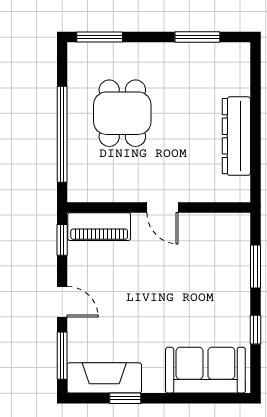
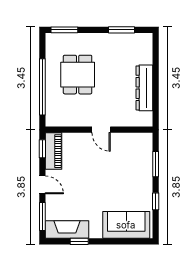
piano: (99, 227) -> (54, 151), moved, turned -90

